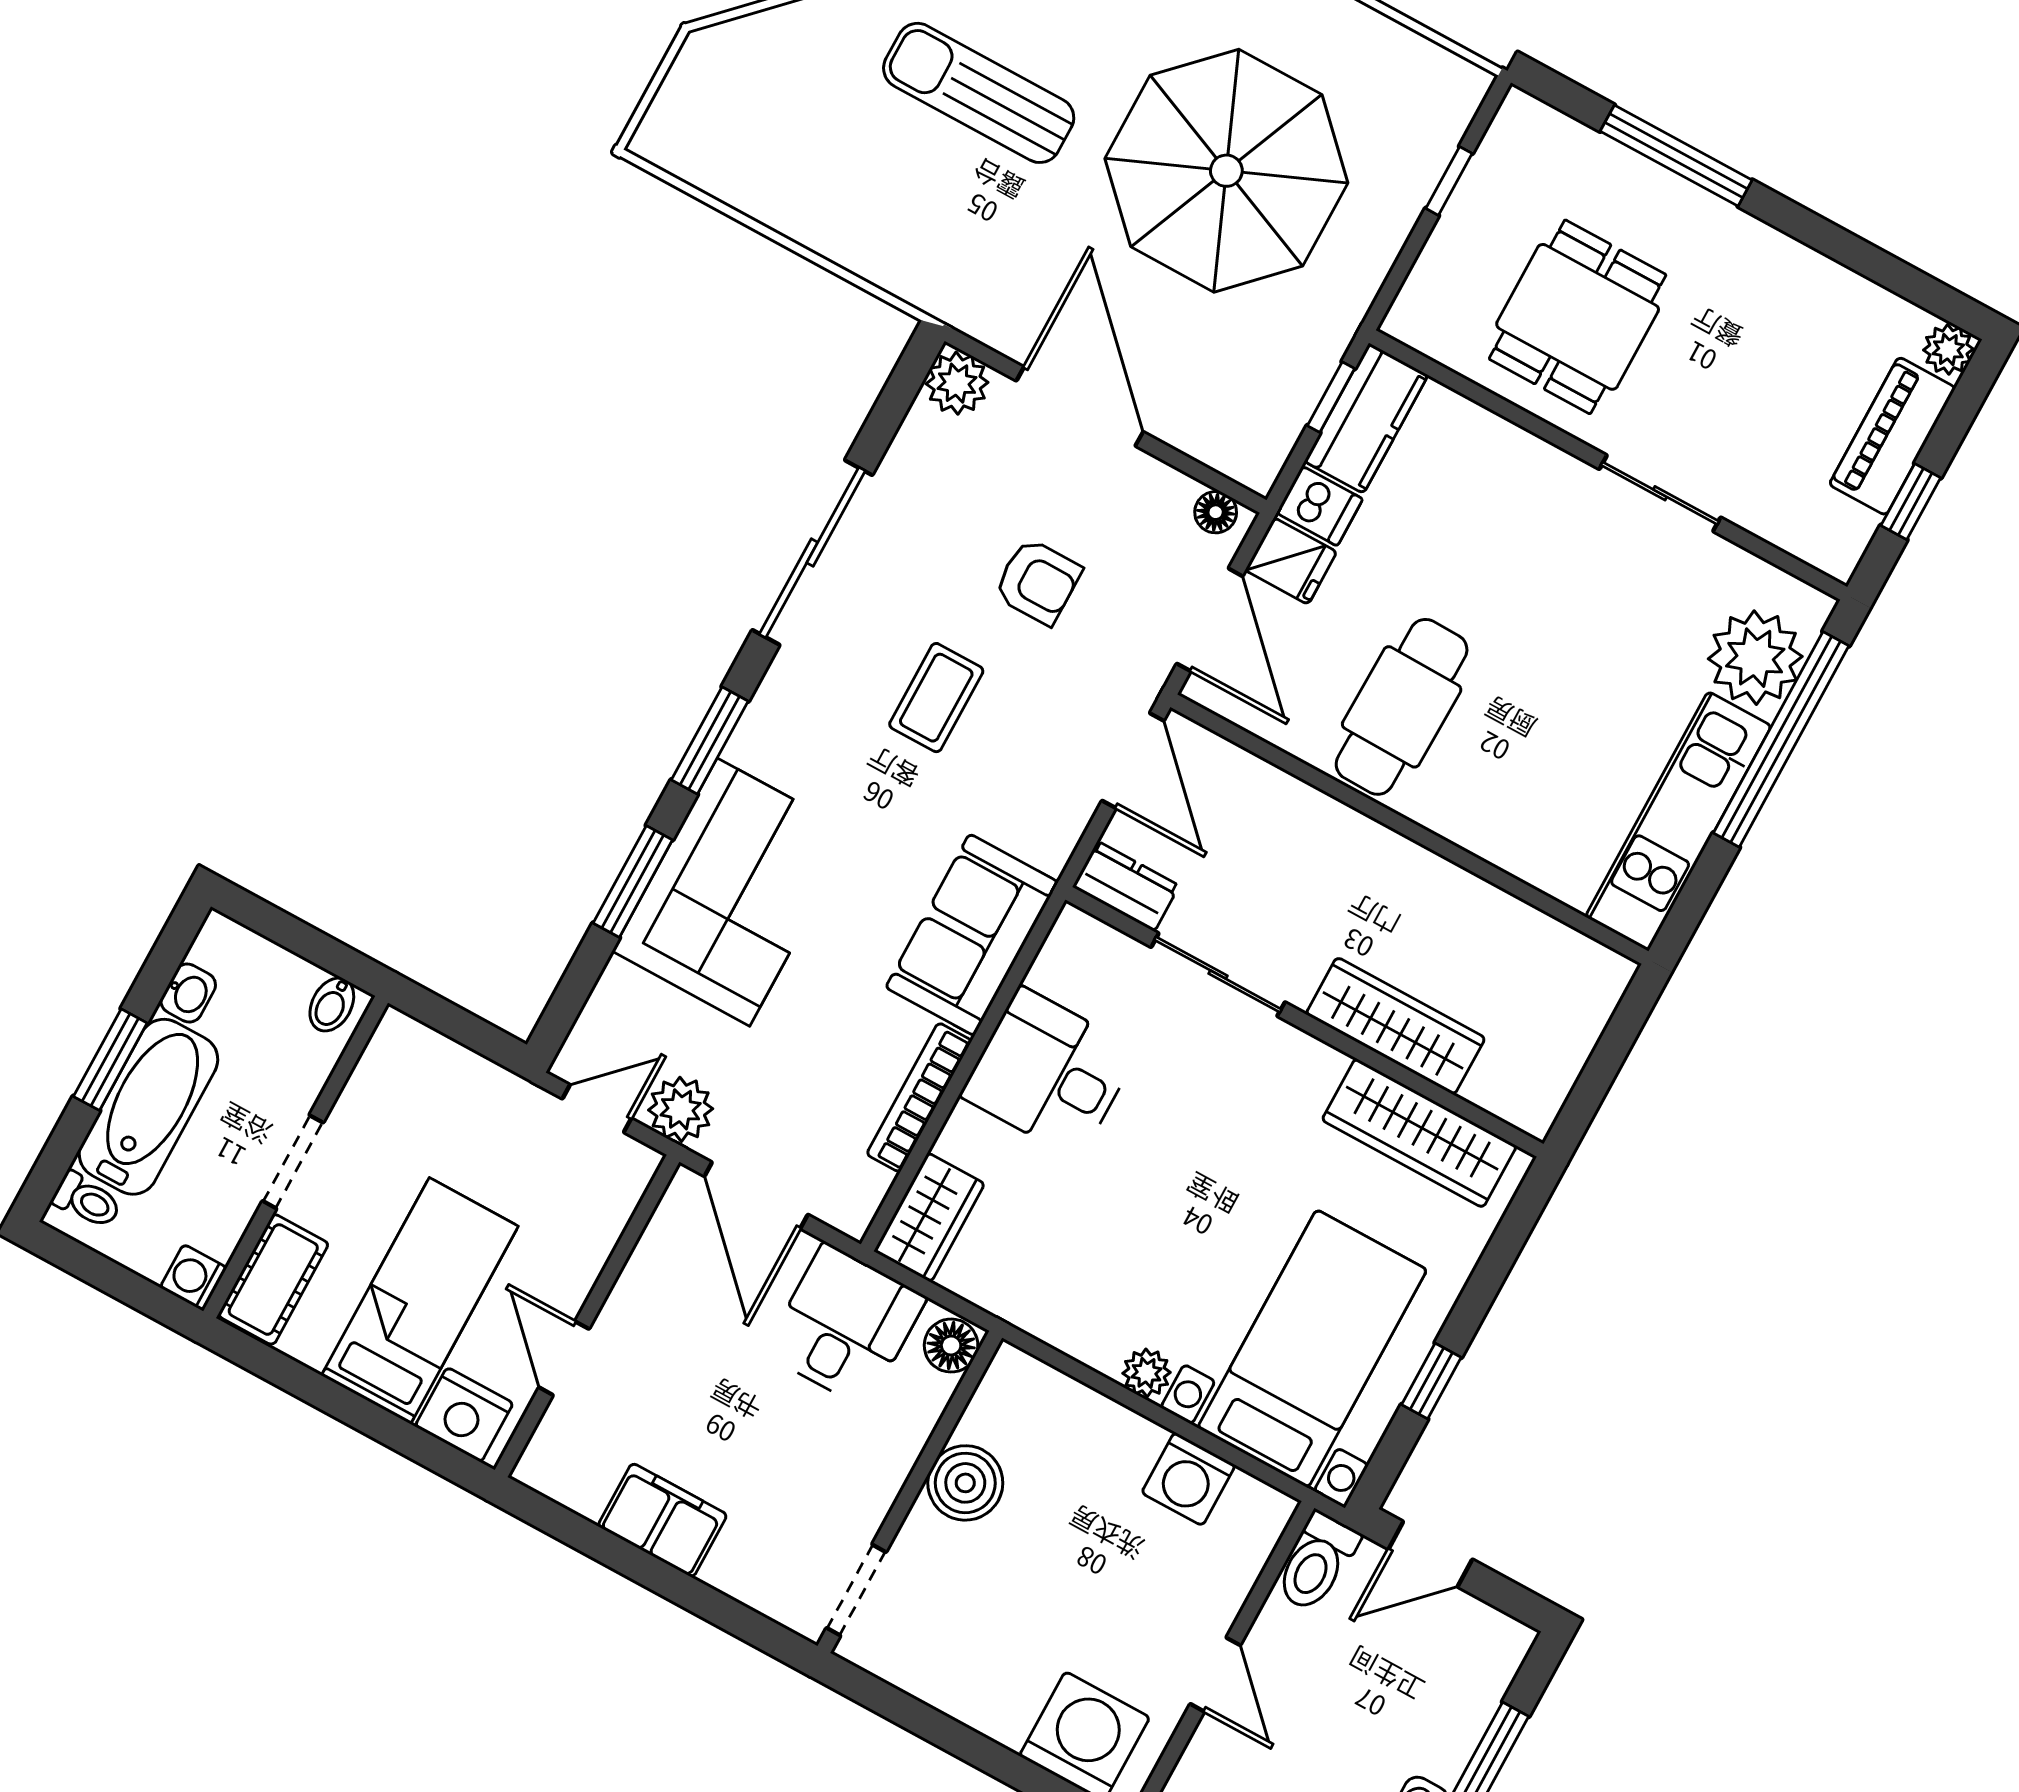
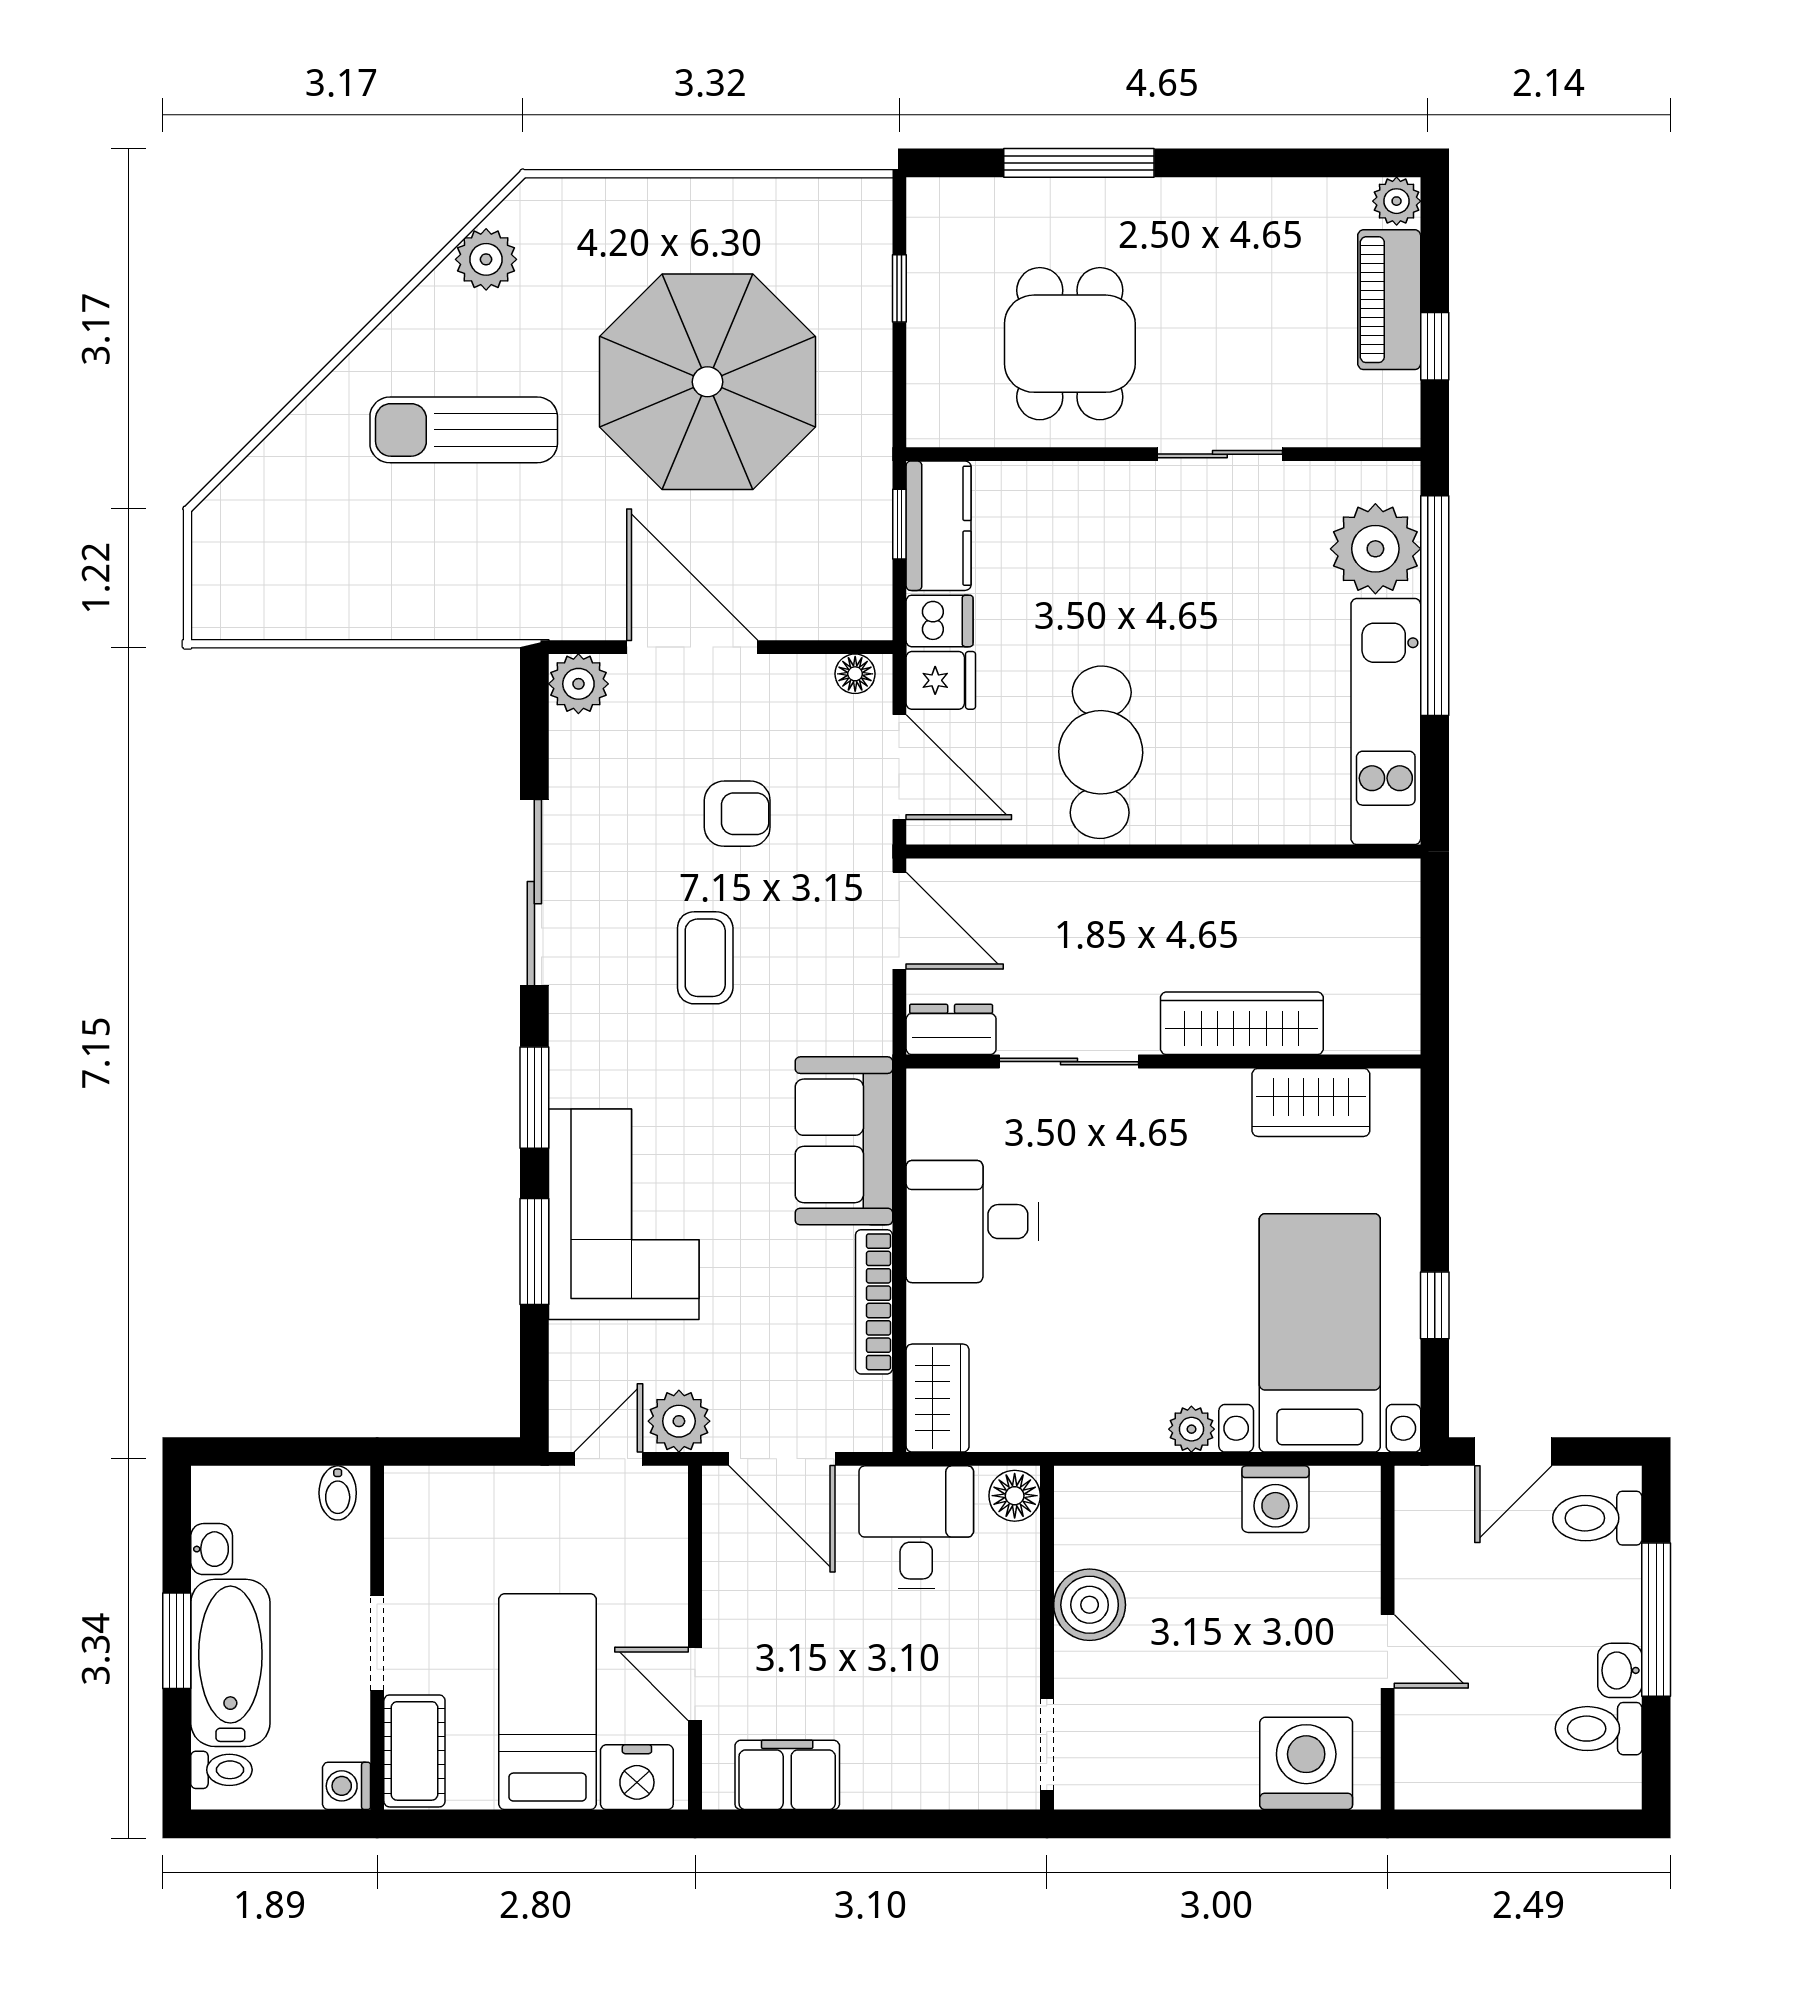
wardrobe: (1419, 1133) -> (1311, 1102), width x0.67
filing cabinet: (662, 1520) -> (787, 1775), moved
toilet: (1317, 1562) -> (1597, 1518), moved, turned 90

